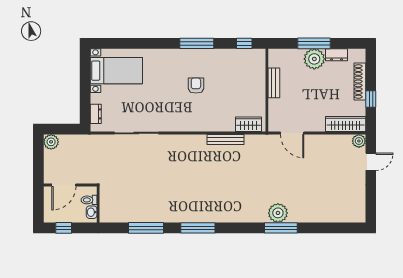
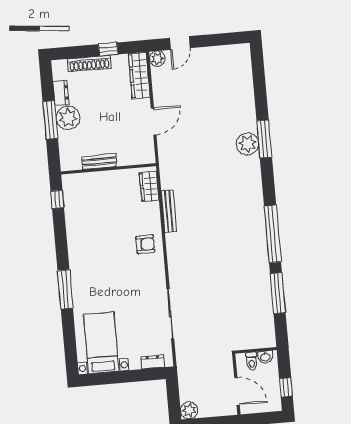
window: (197, 43) -> (65, 289), moved
armchair: (196, 86) -> (145, 244), moved, turned 180
door: (292, 133) -> (154, 122), moved
door: (371, 162) -> (180, 43), swing flipped
window: (198, 228) -> (273, 234), width x1.46

